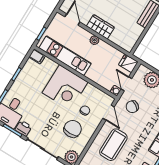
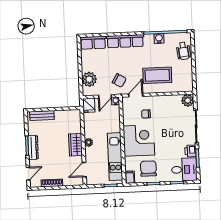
chair: (73, 129) -> (148, 169), moved, turned 90

